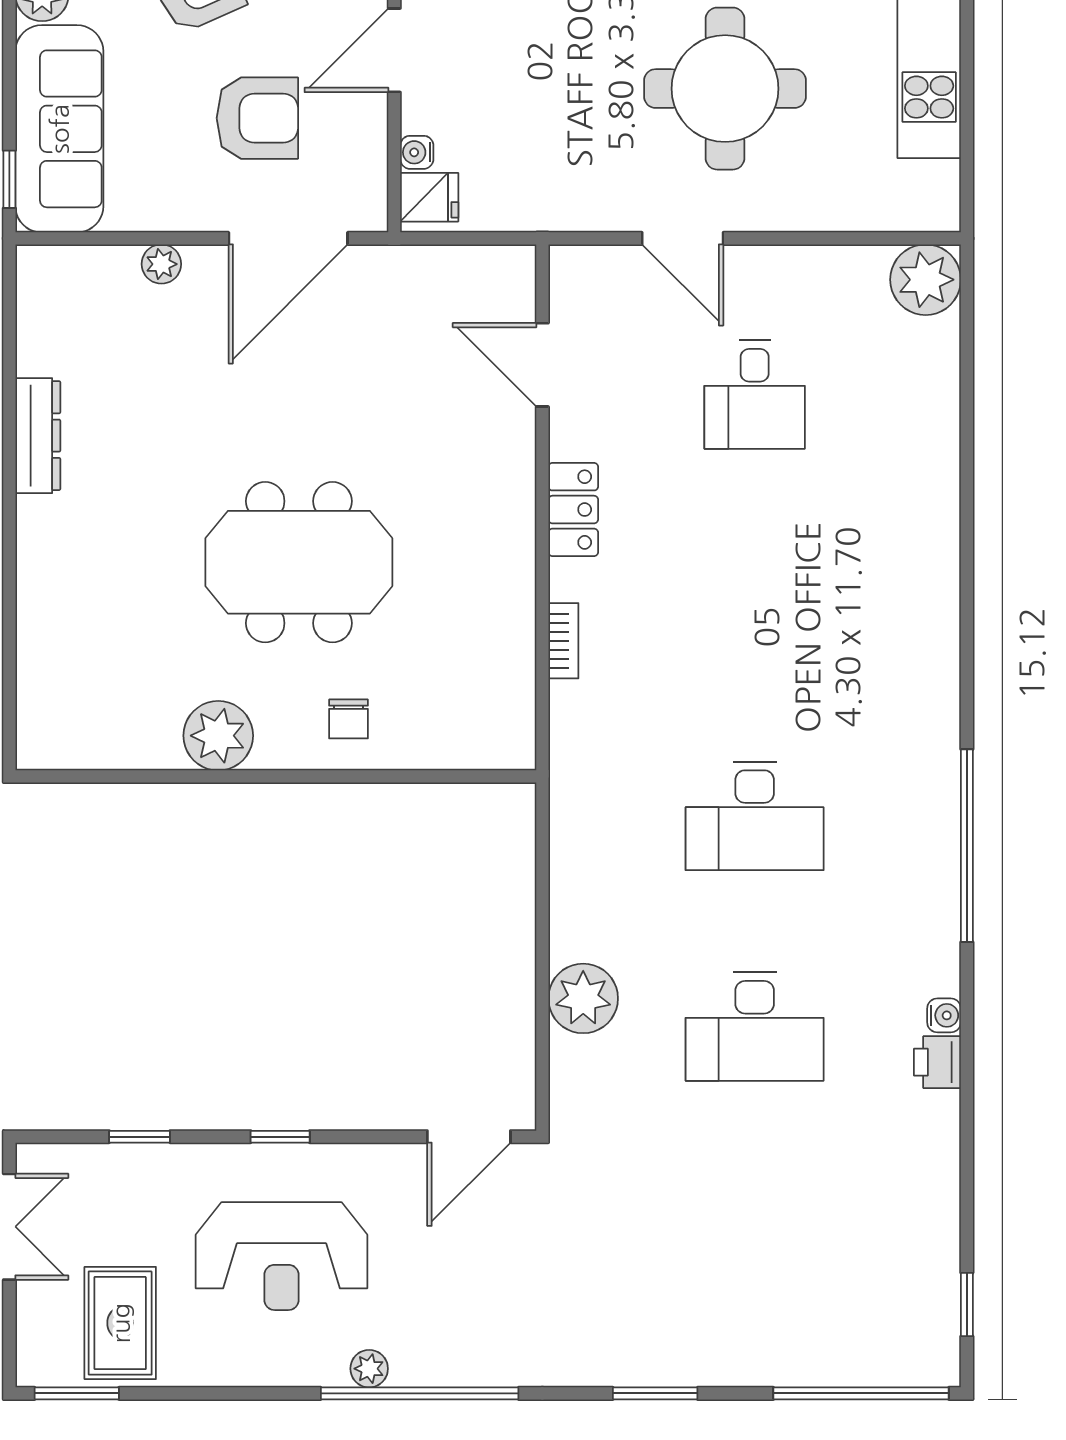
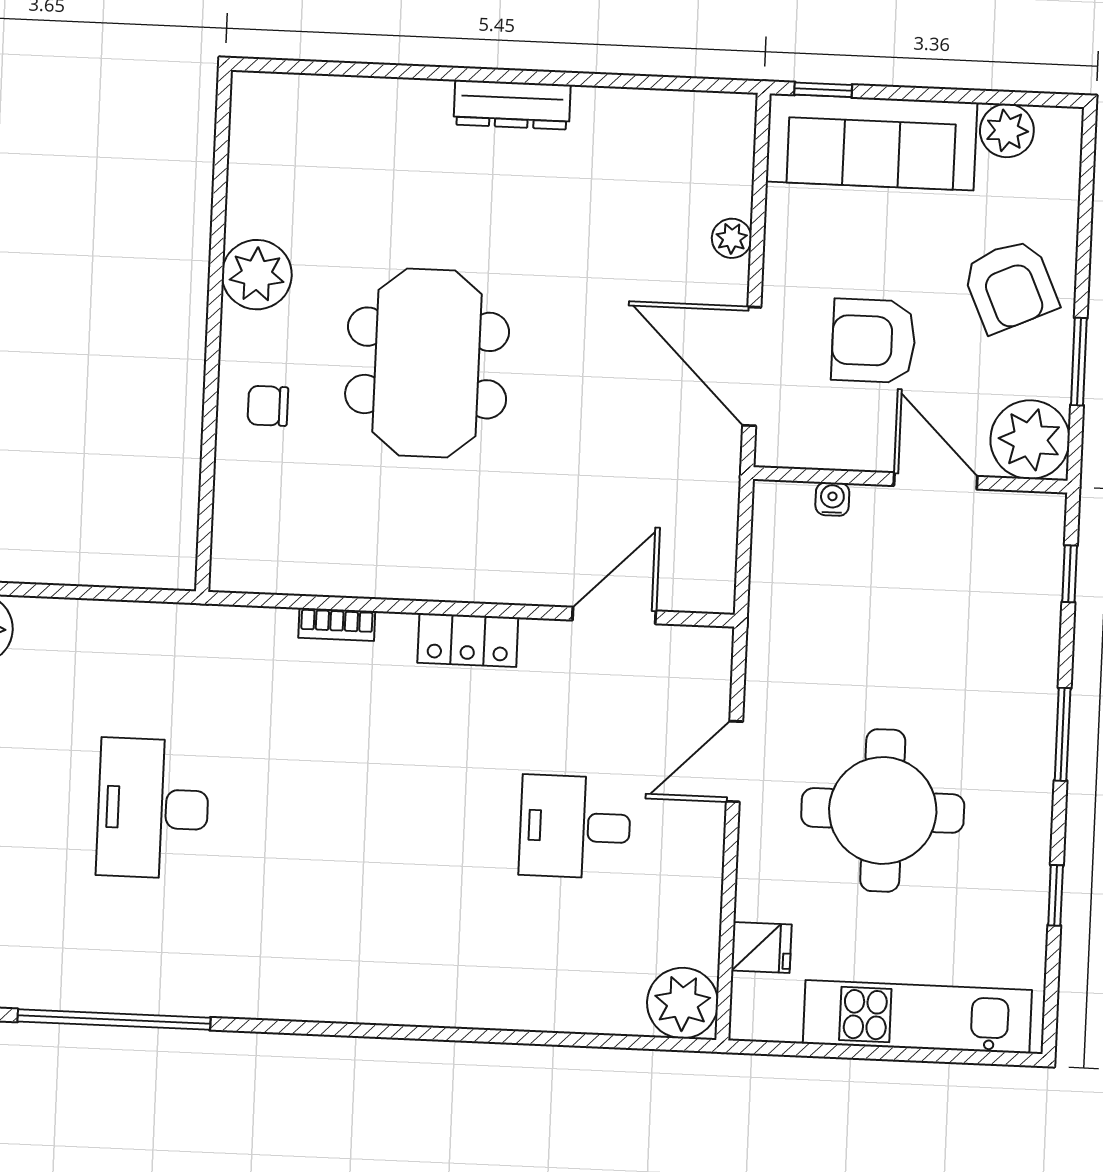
armchair: (257, 118) -> (874, 341), turned 90
fridge: (429, 197) -> (761, 947), moved, turned -90
dresser: (38, 436) -> (512, 105), moved

